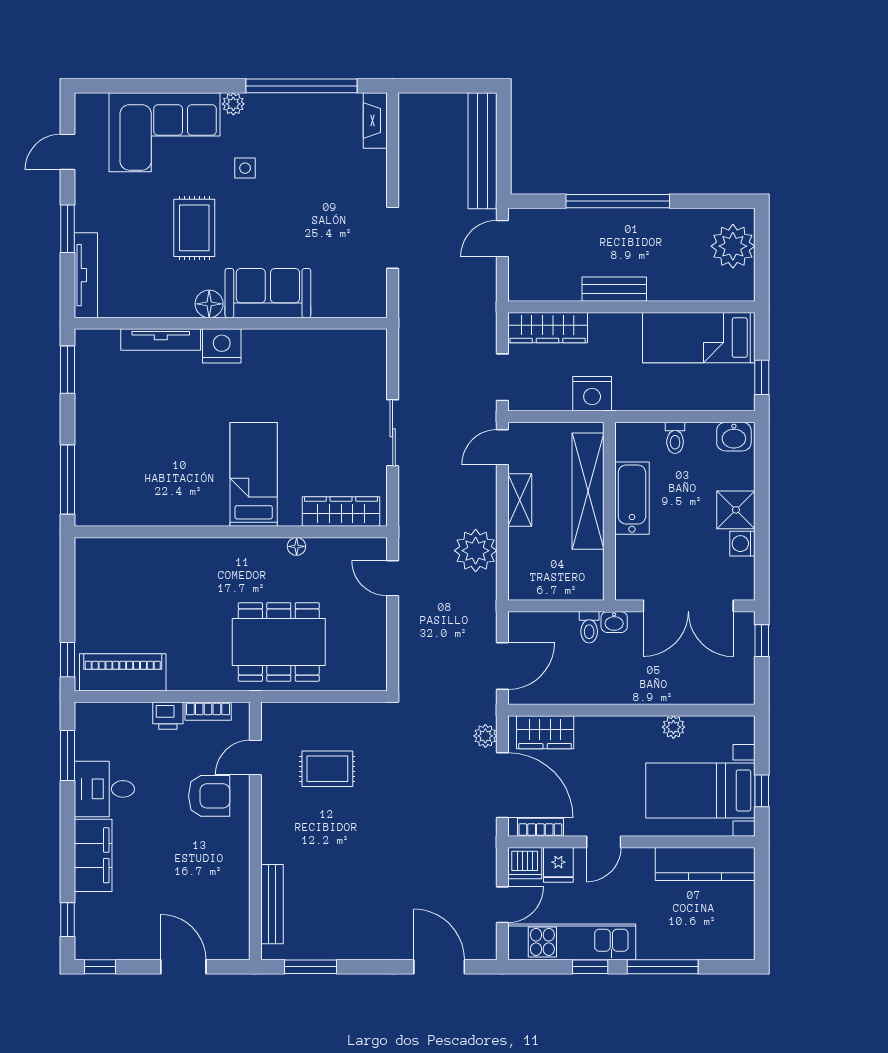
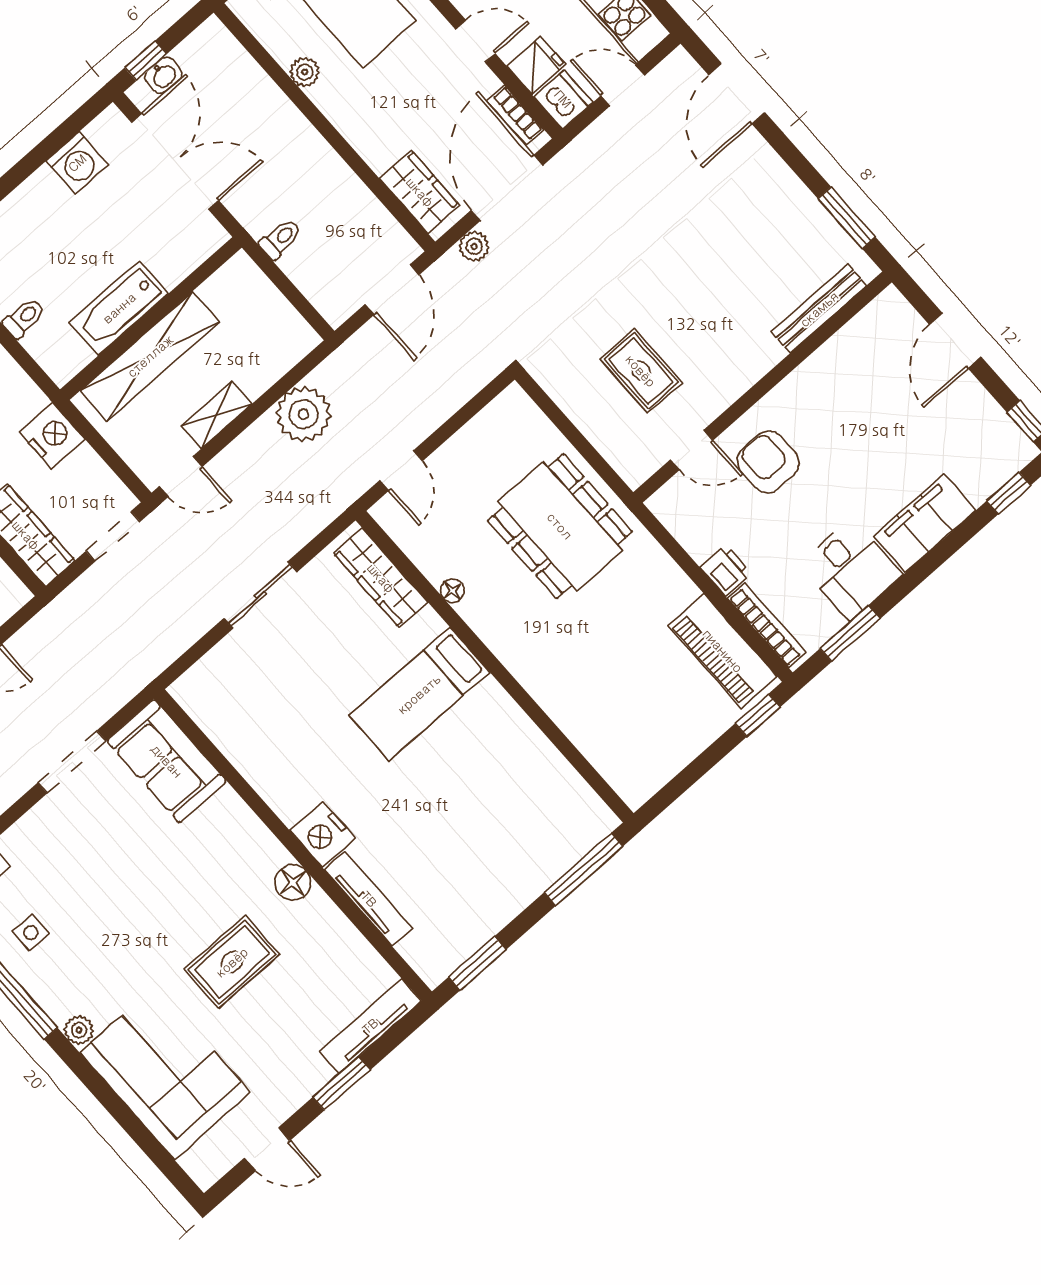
side table: (245, 168) -> (31, 933), moved
sofa: (268, 293) -> (167, 761), moved
shower: (736, 510) -> (42, 197), removed
washing machine: (742, 544) -> (77, 163), width x1.38, depth x1.38
washbasin: (614, 622) -> (163, 75), moved, turned 90
door: (502, 666) -> (392, 290), swing flipped
bookcase: (208, 711) -> (767, 625), moved, width x1.56

